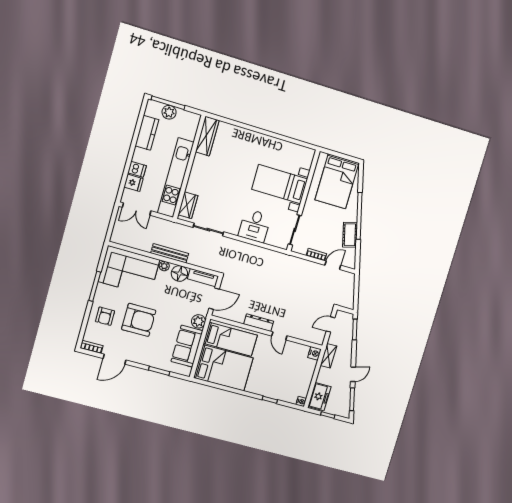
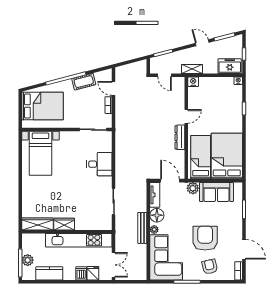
bed with nightstands: (280, 184) -> (40, 153), moved
wardrobe: (188, 205) -> (64, 224), moved
armchair: (105, 316) -> (210, 267), turned -103

